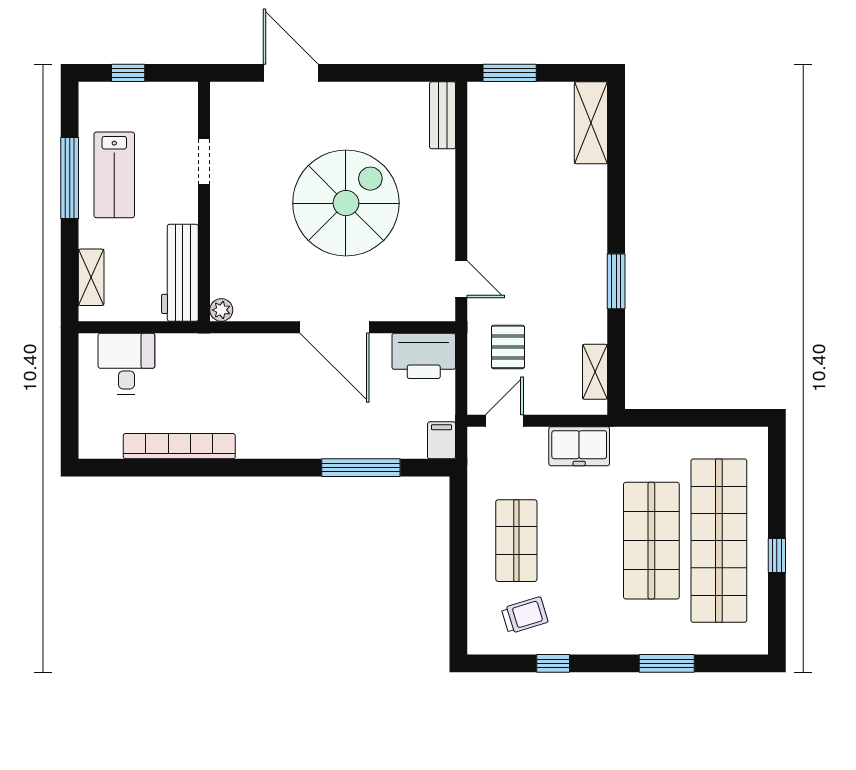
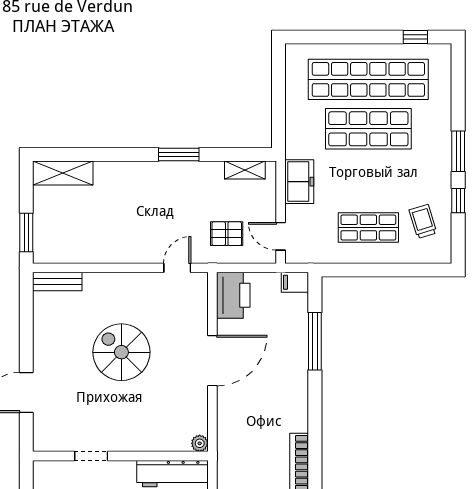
spiral stairs: (346, 203) -> (121, 352), width x0.73, depth x0.73
window: (777, 556) -> (415, 37), moved
window: (667, 663) -> (458, 151), moved

